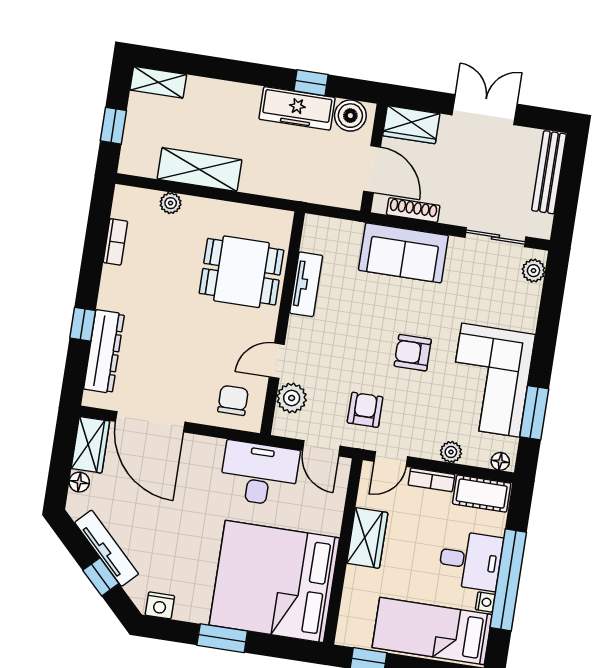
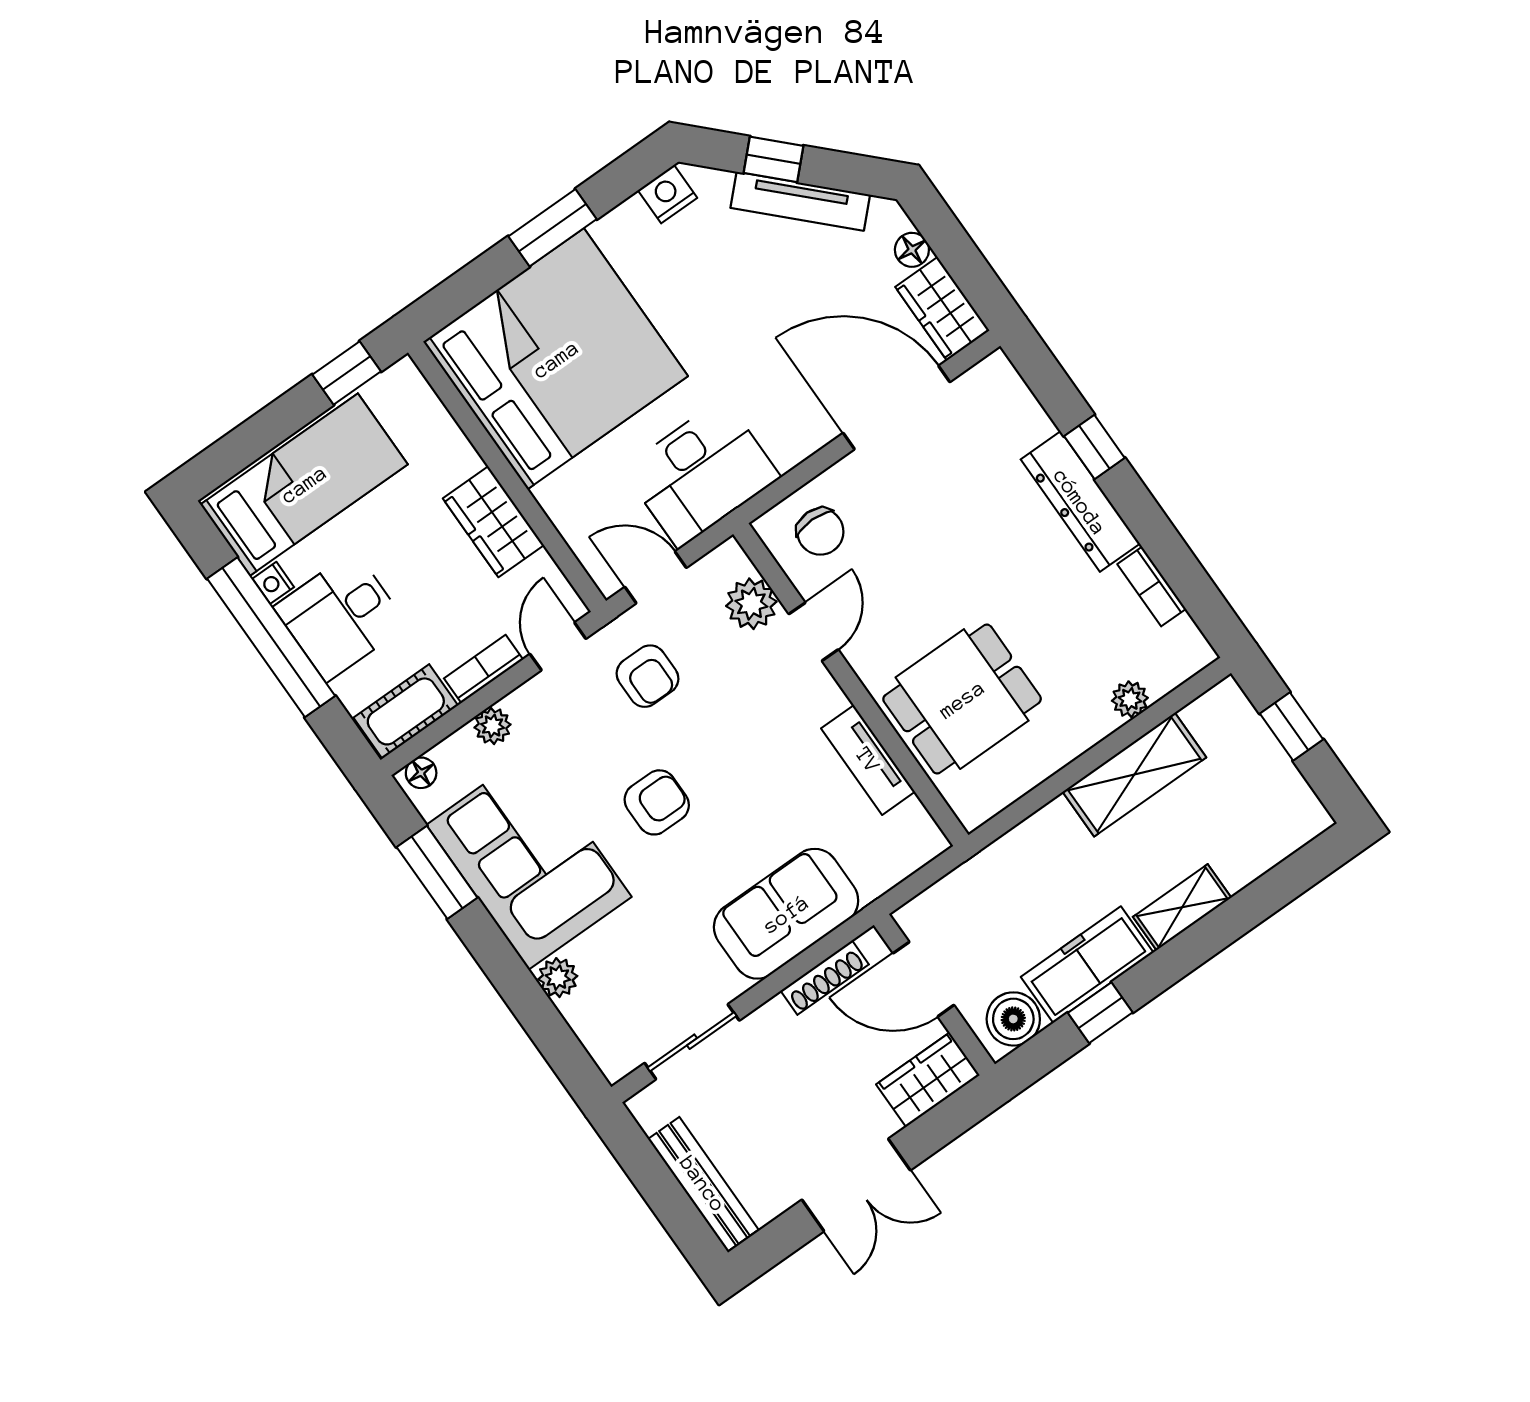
shelving: (158, 82) -> (1182, 907), moved
plant: (534, 271) -> (558, 978), moved
dresser: (104, 351) -> (1080, 502), moved

